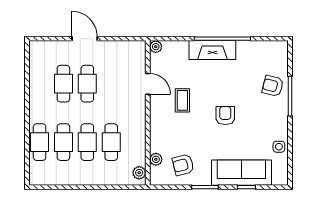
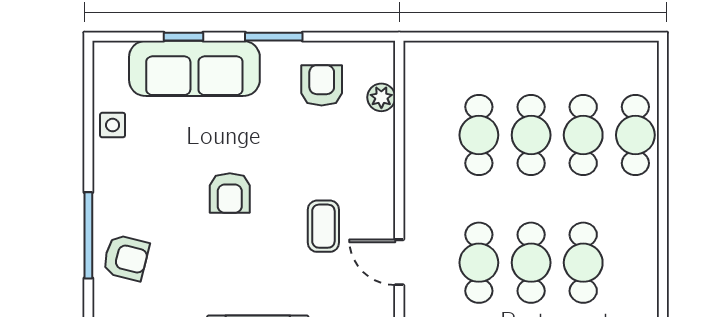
cafe table: (111, 84) -> (479, 263), added
armchair: (183, 165) -> (322, 85), turned -76
plant: (139, 173) -> (418, 68), removed

